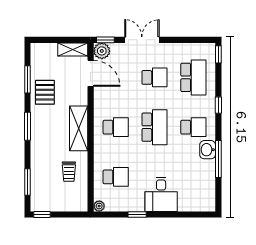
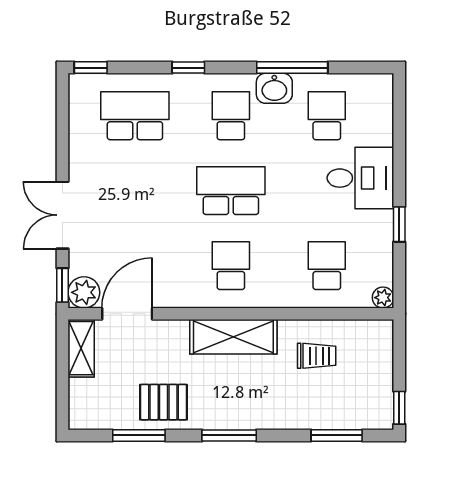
school desk: (154, 77) -> (327, 116), moved

